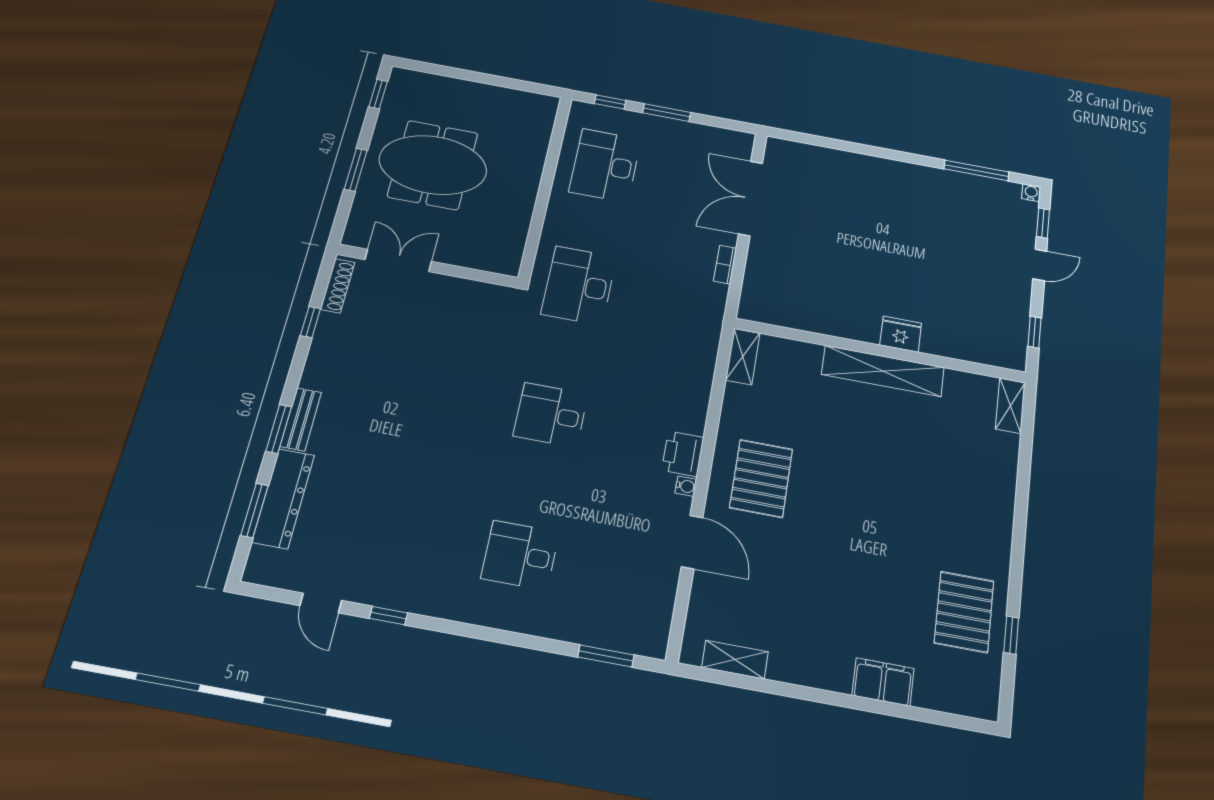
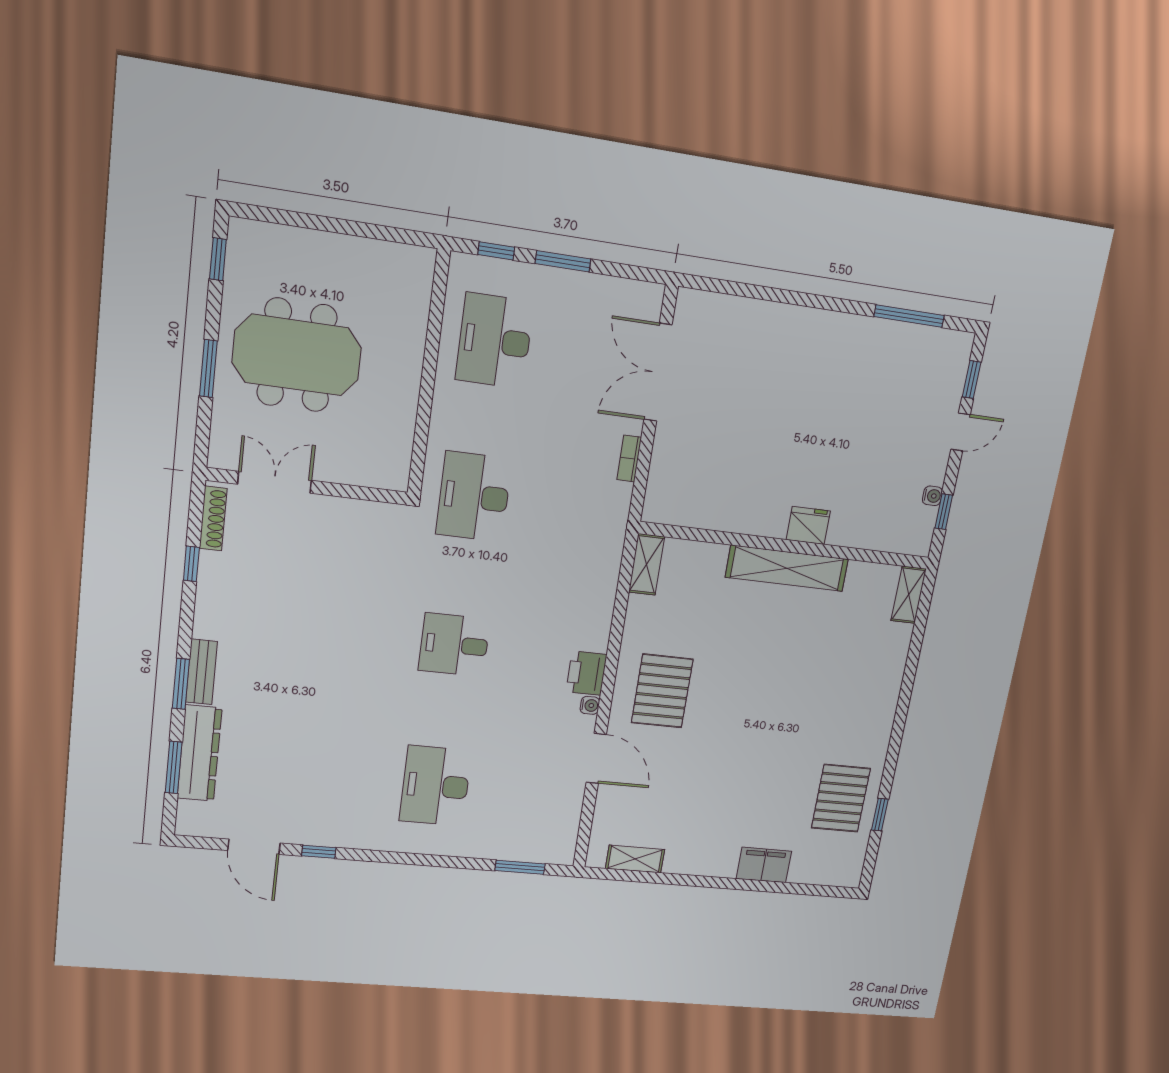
water cooler: (1031, 193) -> (932, 496), moved, turned 90
desk: (520, 555) -> (435, 786), width x1.37
door: (321, 603) -> (254, 847), width x1.38

